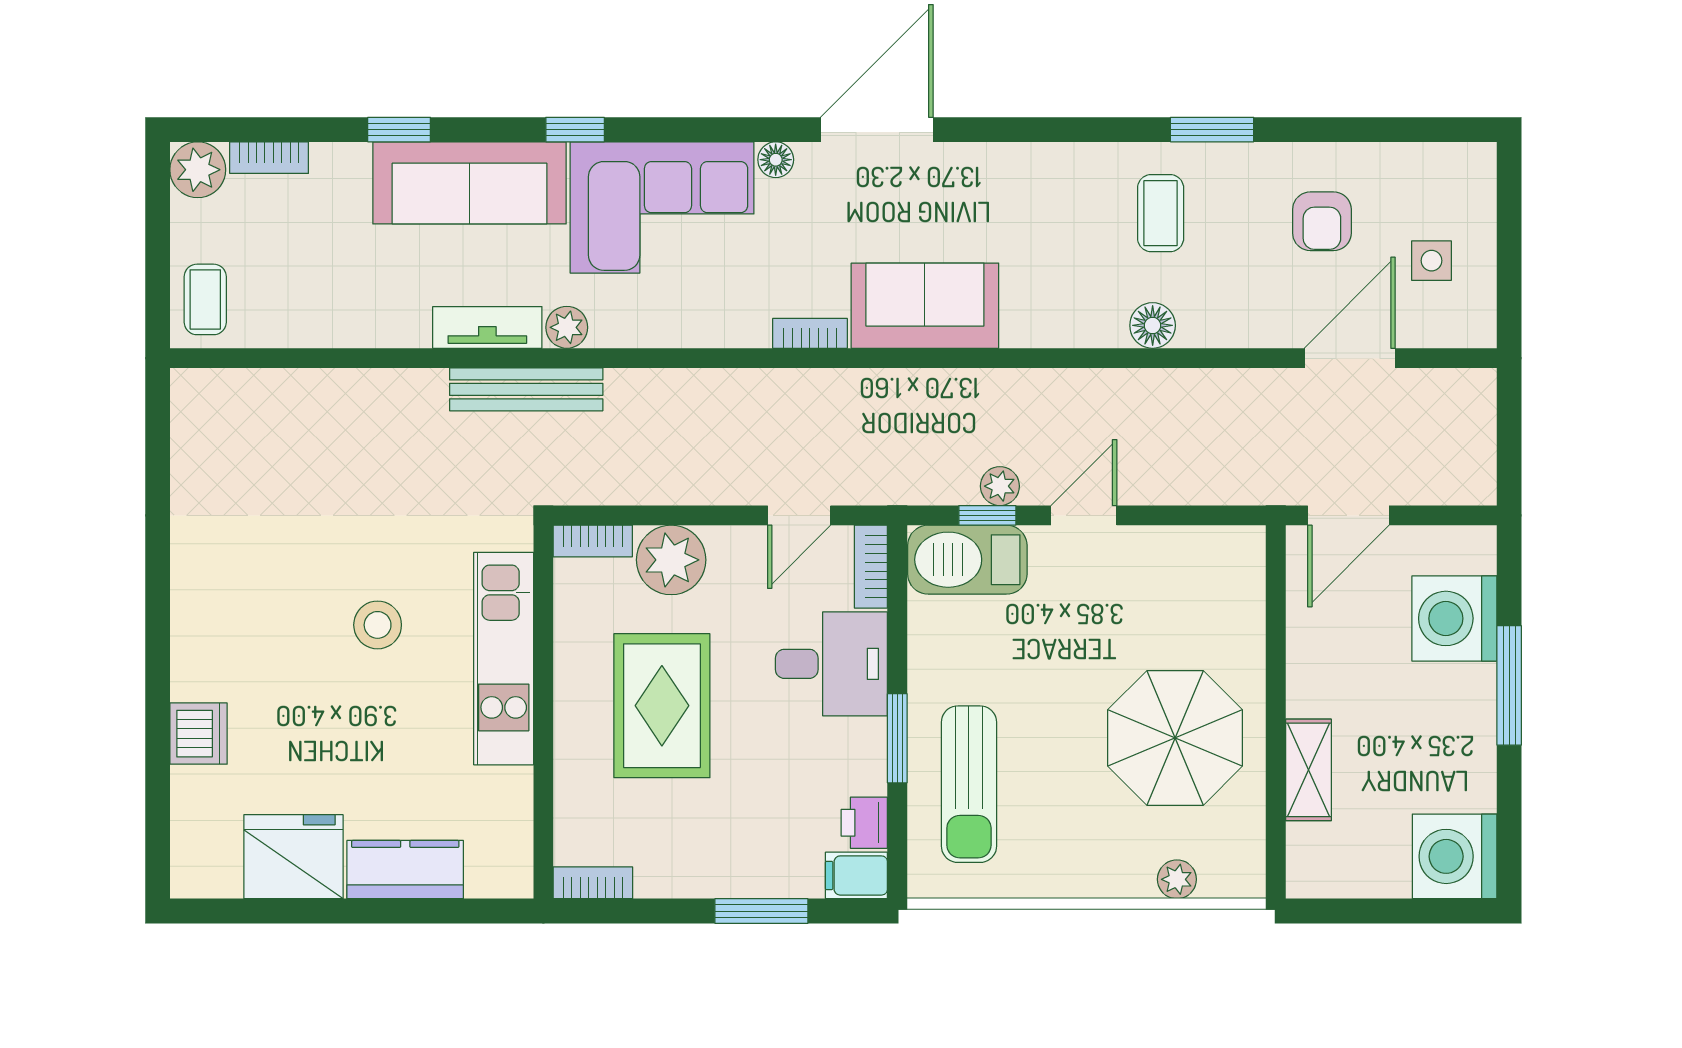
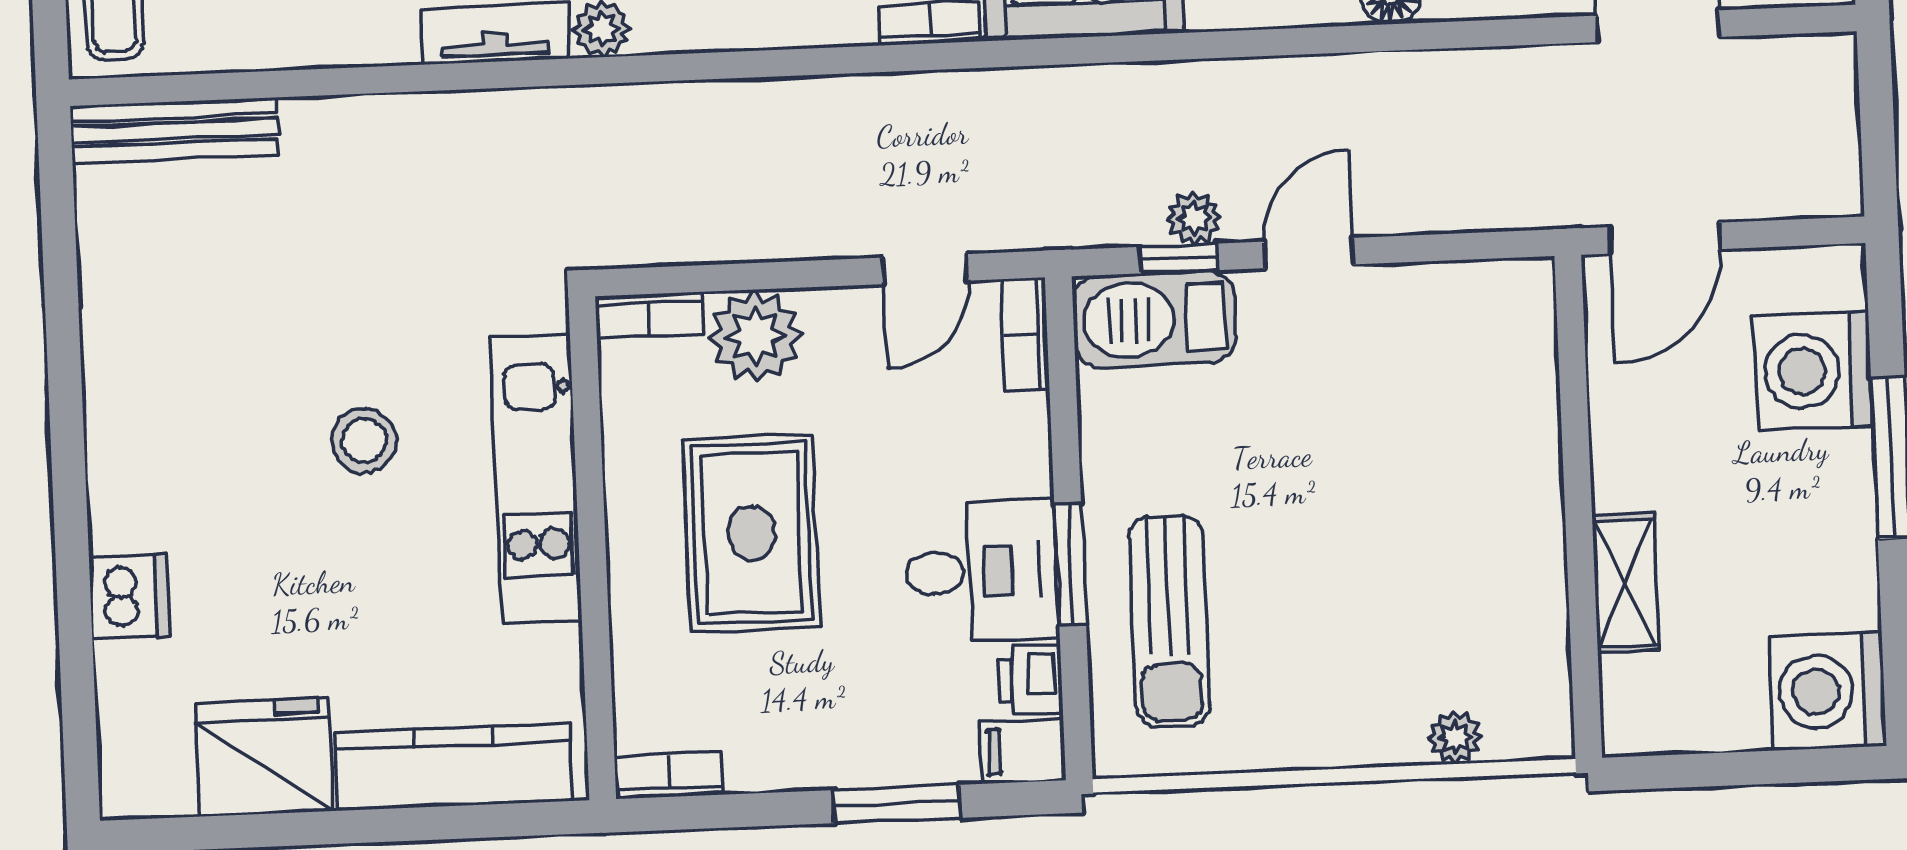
bench: (526, 389) -> (174, 131), moved
desk: (831, 664) -> (982, 572), moved
parasol: (1175, 738) -> (1444, 548), removed
kitchen counter: (405, 870) -> (454, 767), width x1.50

